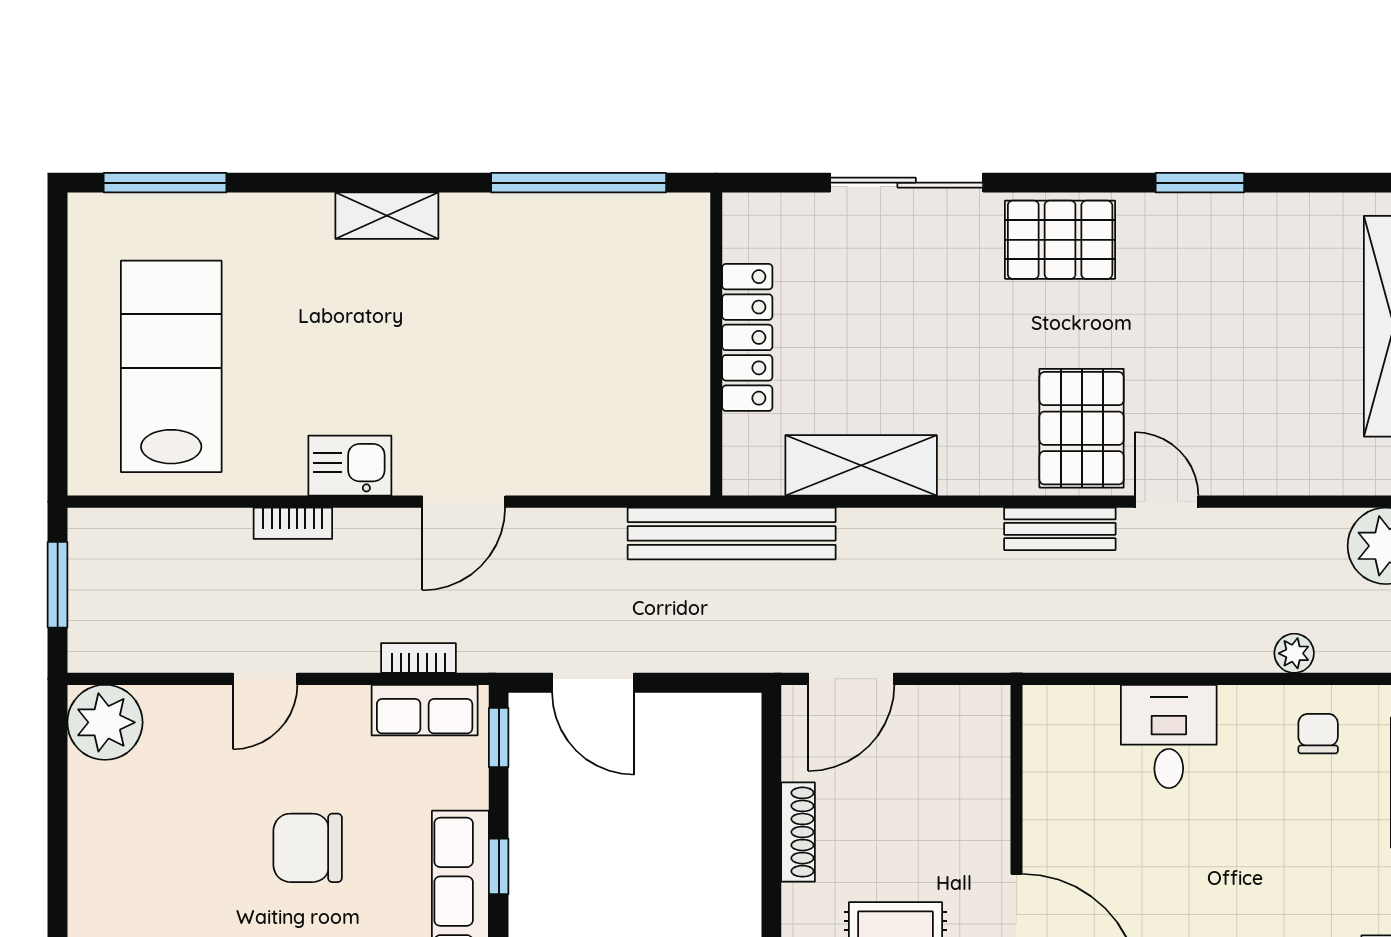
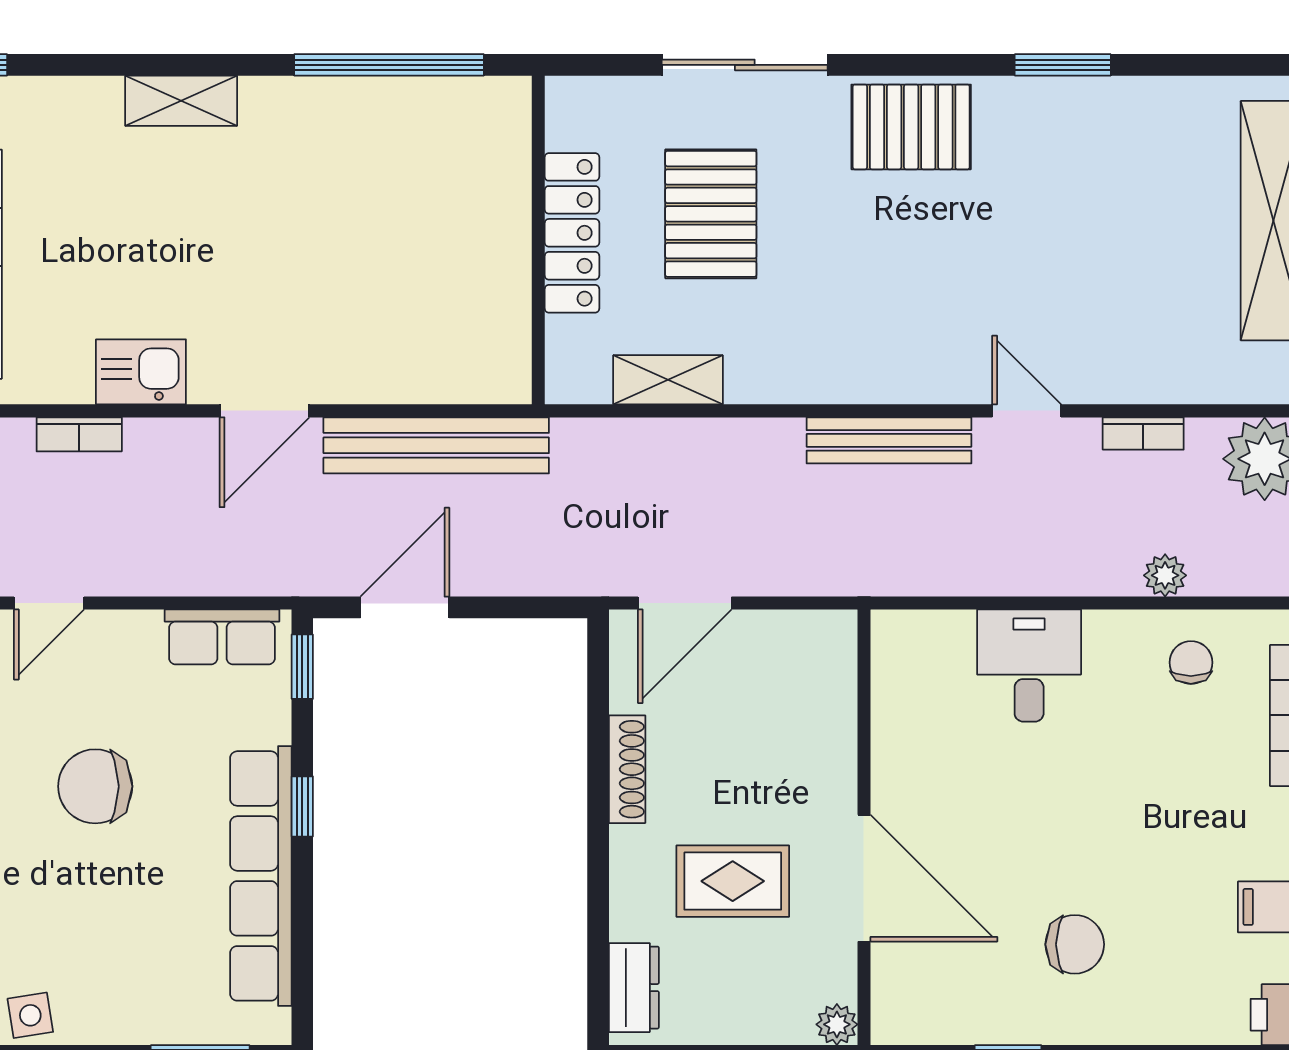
pallet: (1082, 428) -> (711, 214), moved
shelving: (861, 465) -> (668, 380), width x0.67, depth x0.75
bench: (1060, 529) -> (889, 440), width x1.36
bench: (732, 533) -> (436, 445), moved
bookcase: (418, 658) -> (1143, 433), moved, turned 180
door: (593, 683) -> (405, 607), swing flipped

